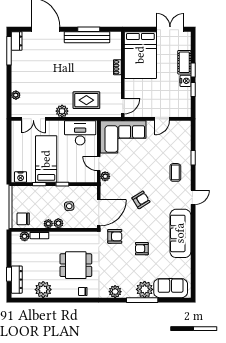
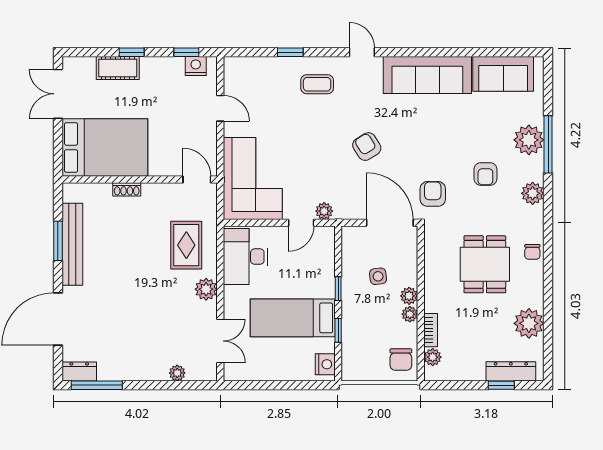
nightstand: (185, 81) -> (196, 66), moved
window: (193, 89) -> (186, 52), moved
armchair: (142, 249) -> (485, 174), moved
sofa: (171, 288) -> (503, 74), moved, turned -90

